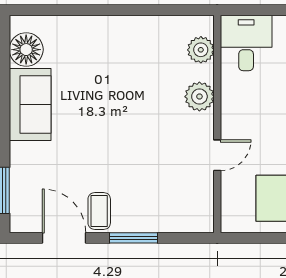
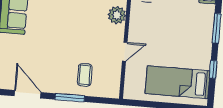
coffee table: (99, 211) -> (85, 75), moved

